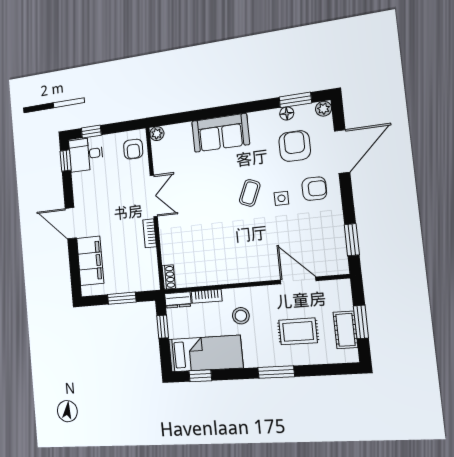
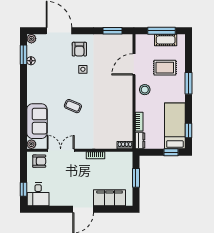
sofa: (220, 133) -> (37, 121), moved
armchair: (295, 146) -> (52, 58), removed
window: (66, 161) -> (40, 209), removed
armchair: (314, 189) -> (79, 49), turned 180
coffee table: (250, 193) -> (73, 106), moved
double door: (154, 196) -> (61, 150), moved
stool: (241, 316) -> (145, 90), moved
window: (361, 322) -> (162, 31), width x1.44
window: (163, 327) -> (171, 152), moved
rug: (298, 331) -> (165, 68), turned 90

